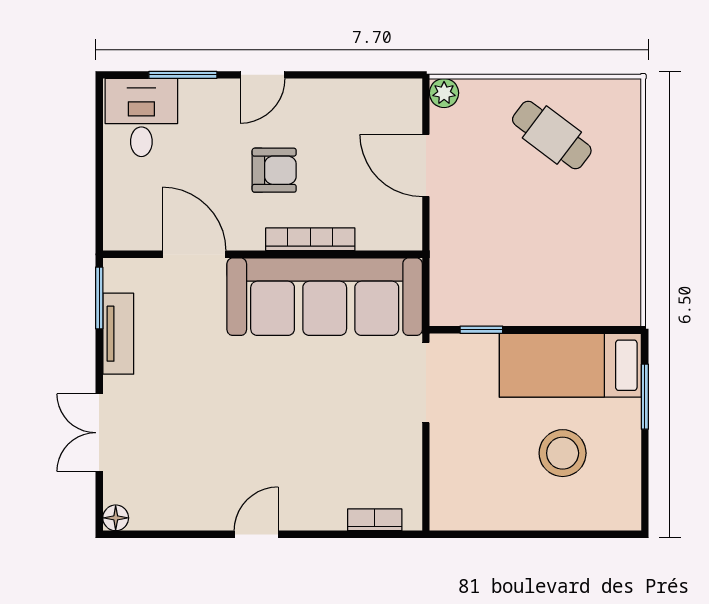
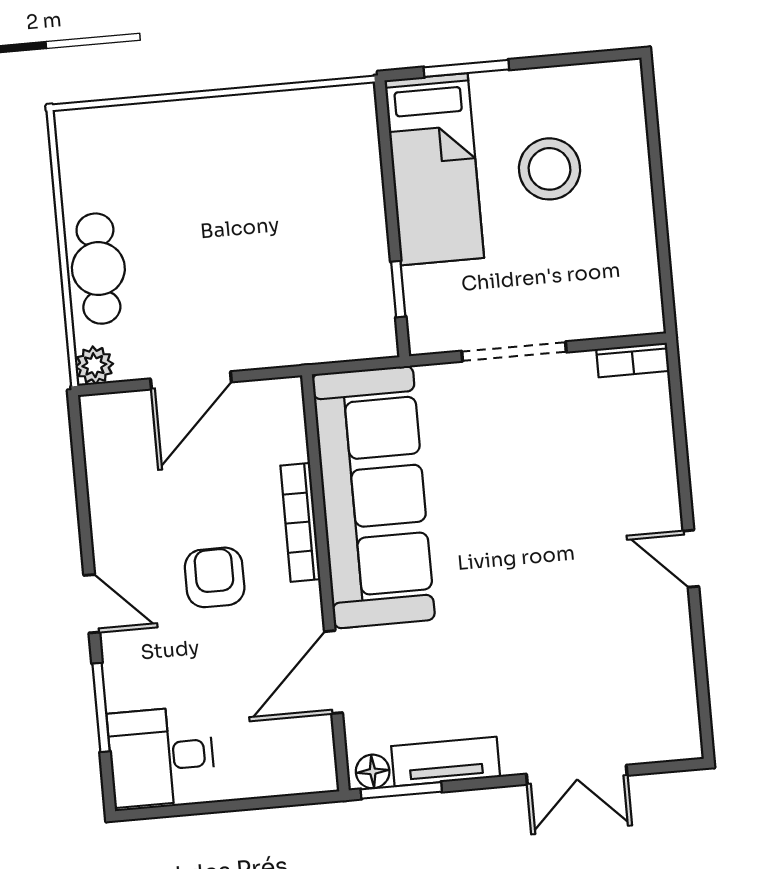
cafe table: (552, 135) -> (98, 269), moved, turned -37
doorway: (426, 383) -> (514, 352), moved
floor lamp: (116, 518) -> (373, 771), moved
bookcase: (375, 520) -> (633, 360), moved, turned -90

